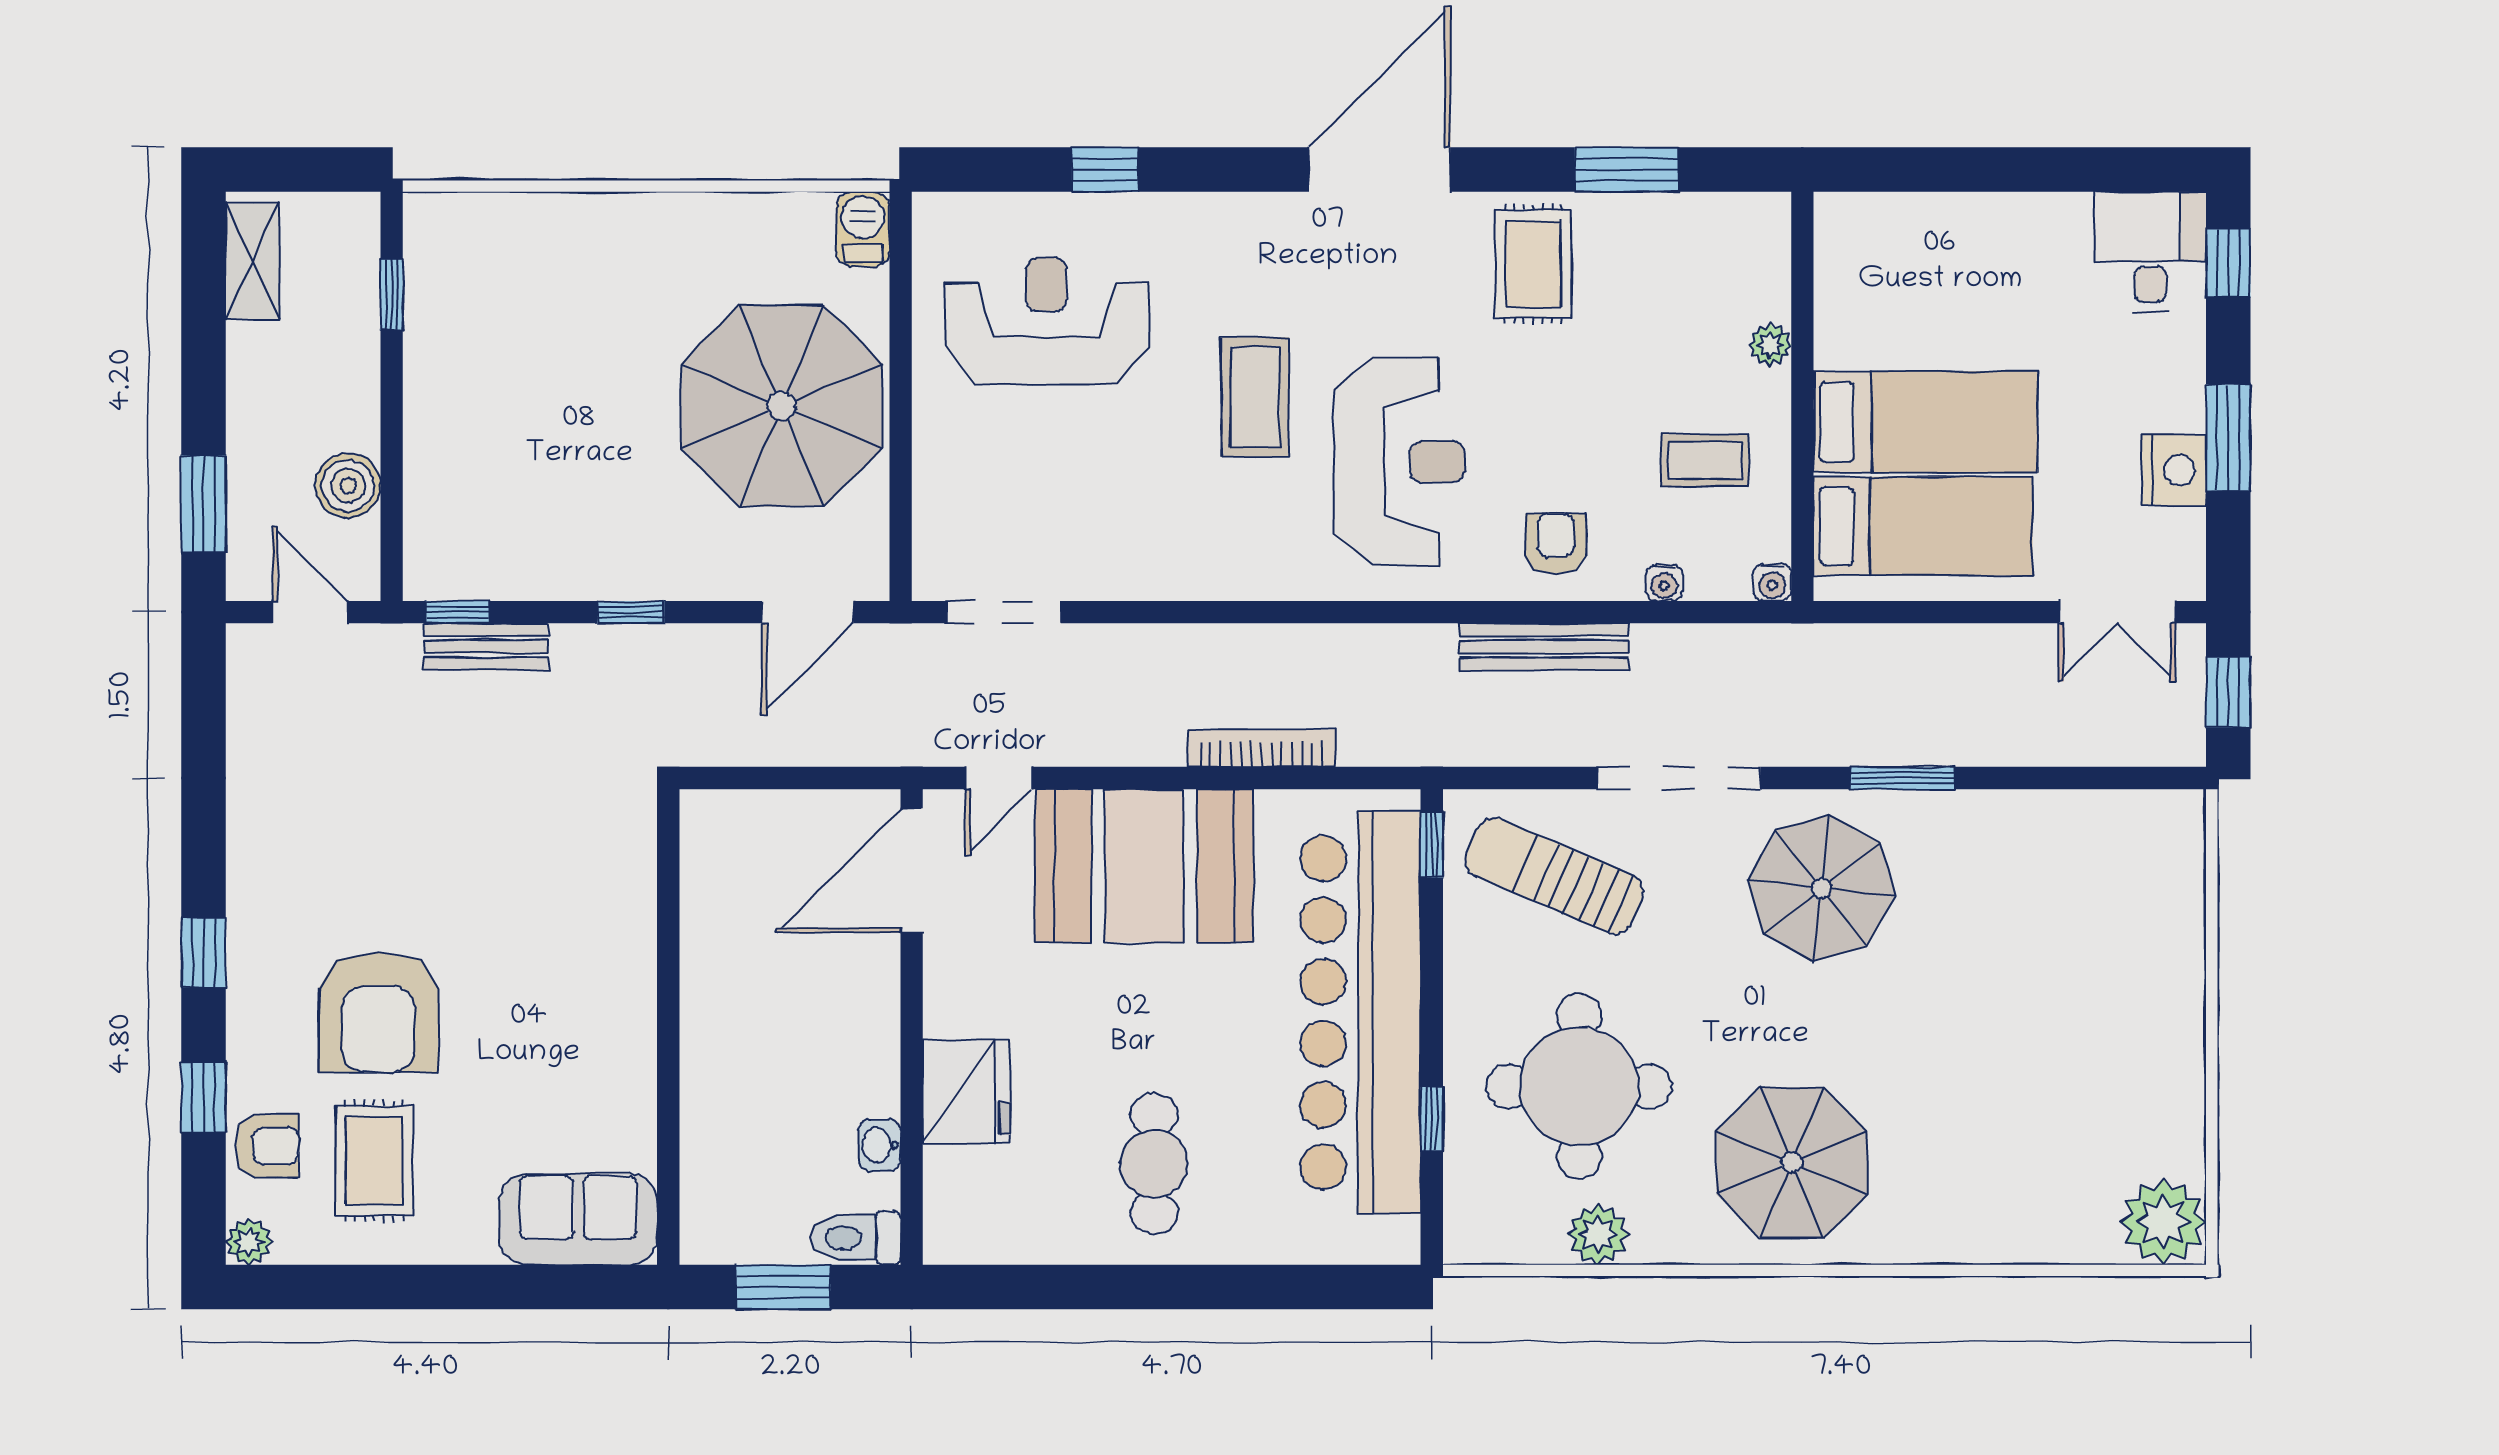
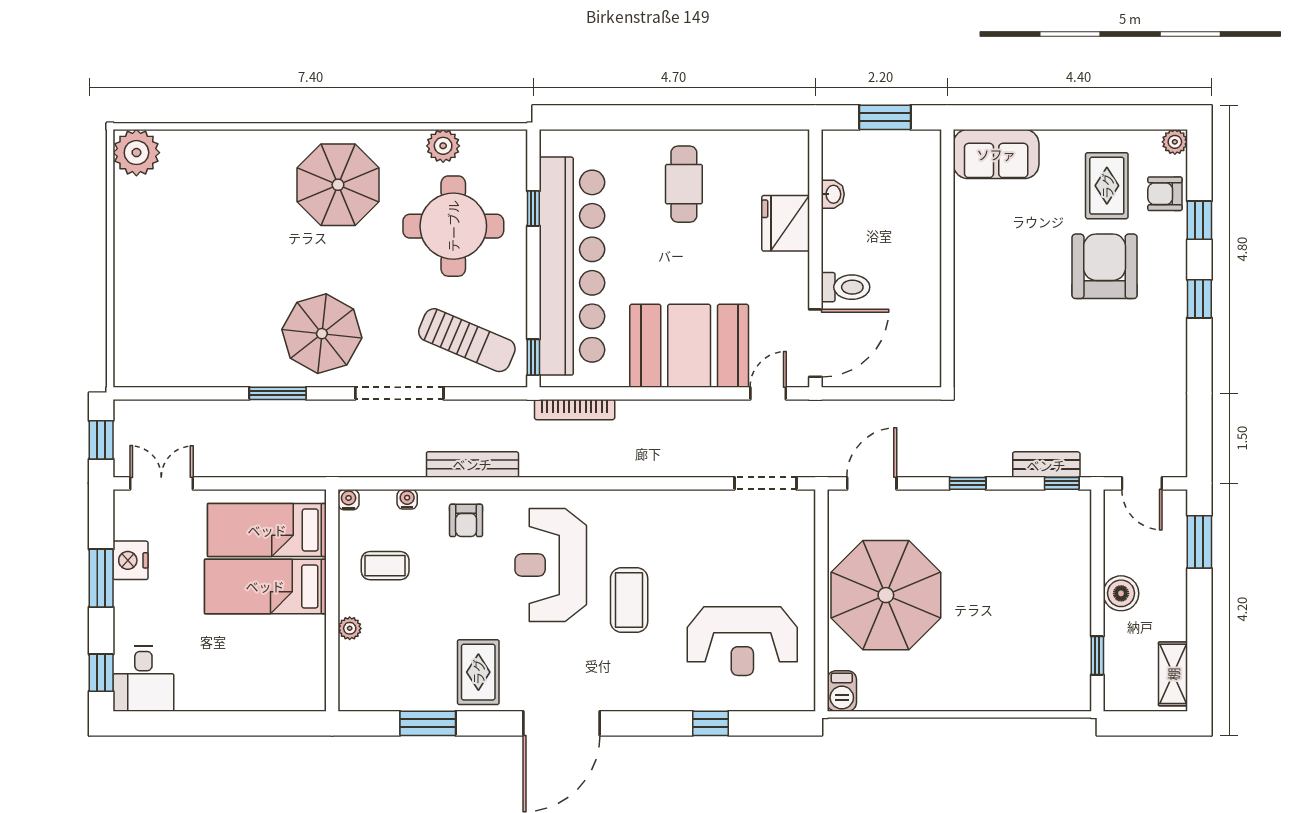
boiler: (348, 486) -> (1121, 593), moved
bookcase: (1262, 748) -> (575, 410), moved
toilet: (856, 1238) -> (846, 287), moved

